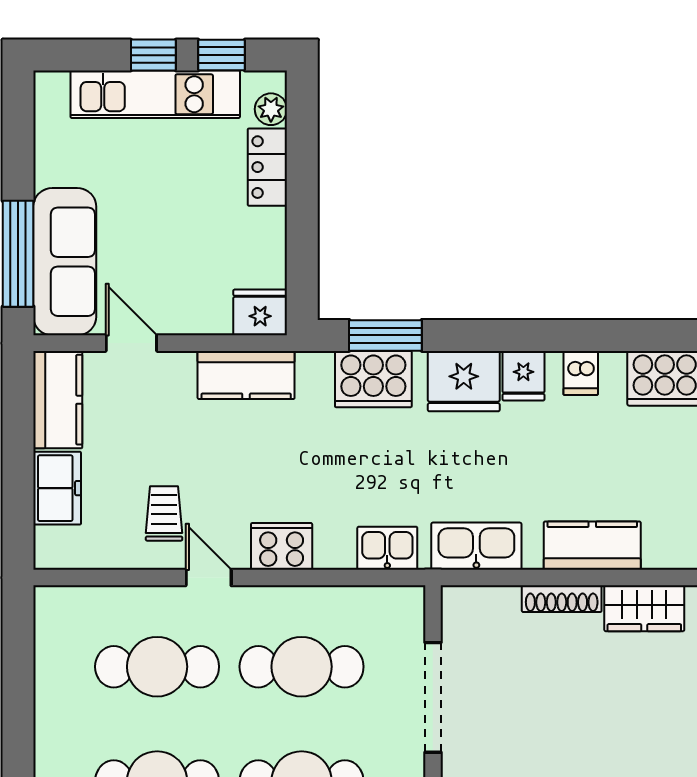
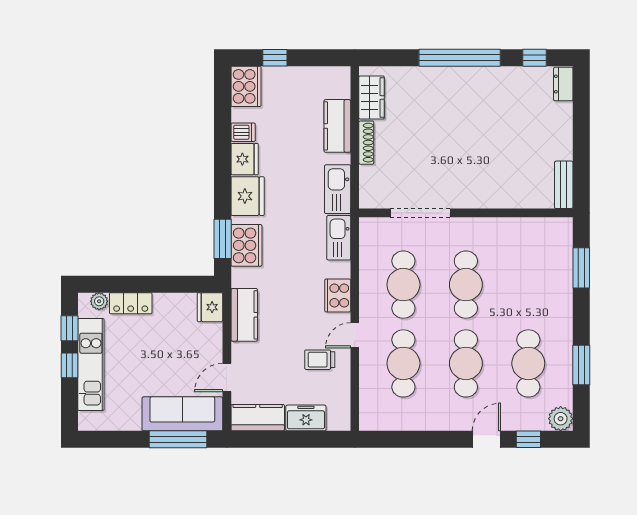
fridge: (523, 376) -> (245, 159), width x1.38
kitchen sink: (387, 548) -> (339, 238), width x1.38

